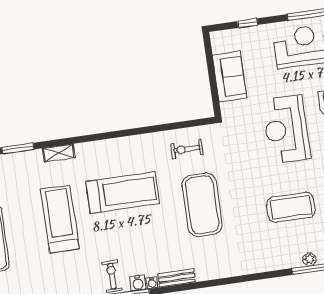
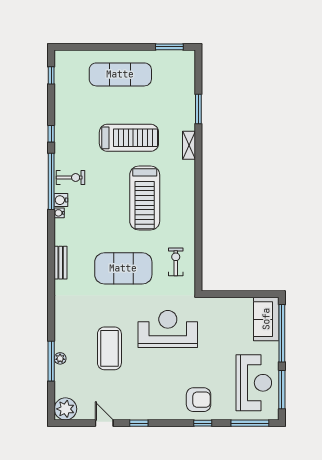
window: (248, 23) -> (282, 333), width x3.17
sofa: (229, 77) -> (266, 319), moved, turned 90
reception desk: (286, 129) -> (168, 329), moved
bench: (177, 278) -> (61, 263), moved

